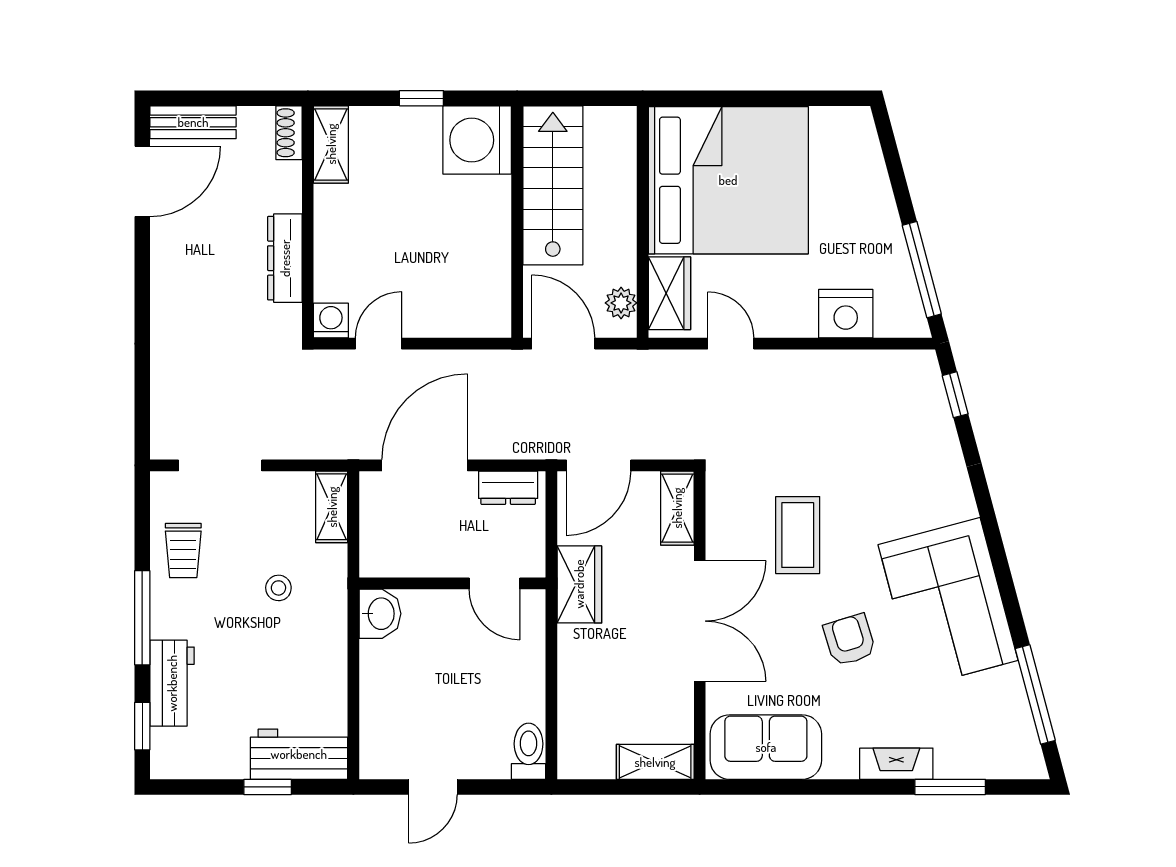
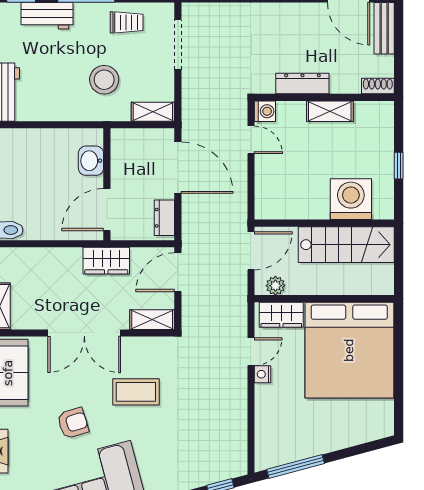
washing machine: (477, 140) -> (351, 199), moved
shelving: (331, 144) -> (330, 111), moved
nightstand: (846, 314) -> (263, 374), moved, width x0.53, depth x0.56
door: (599, 465) -> (178, 272), hinge flipped
trolley: (183, 551) -> (127, 22), turned 180
door: (494, 583) -> (107, 210), width x1.38
stool: (278, 588) -> (104, 80), width x1.89, depth x1.89
washbasin: (380, 614) -> (91, 161), moved, turned 90

